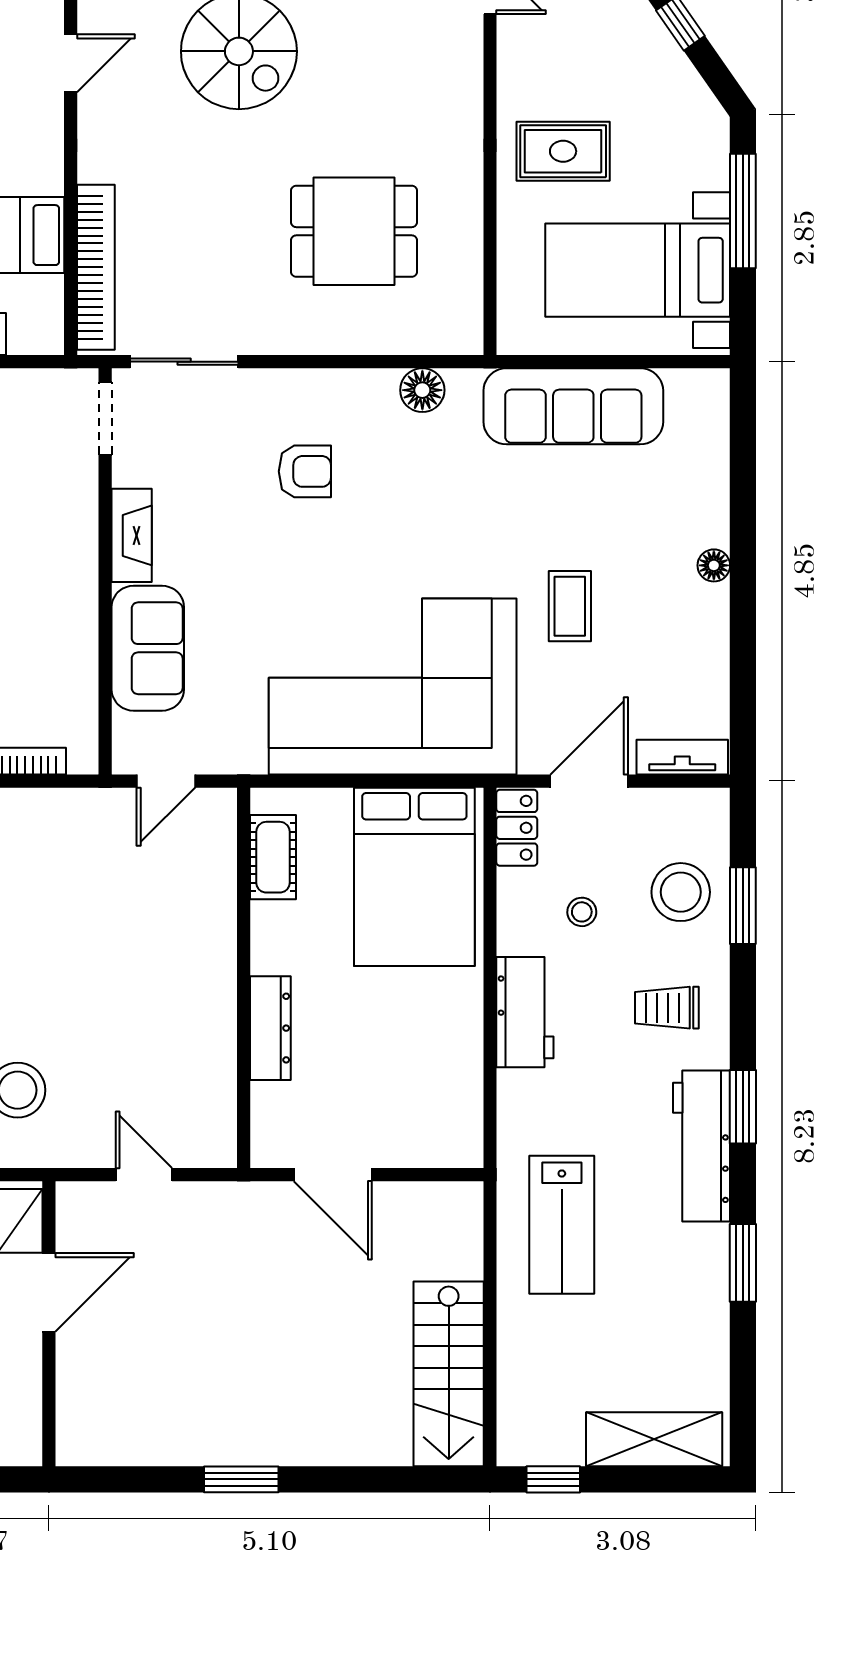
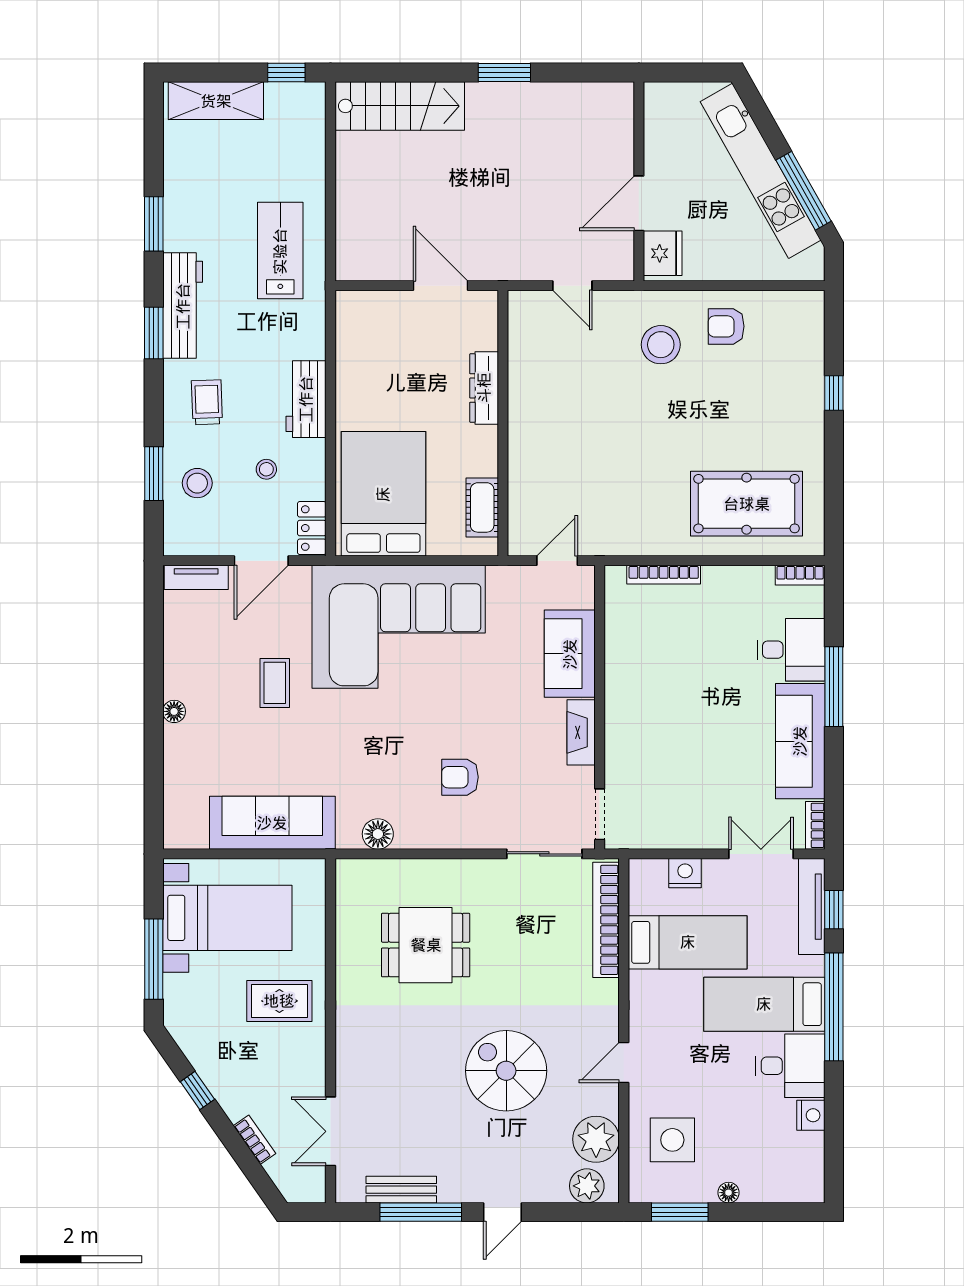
stool: (681, 892) -> (197, 483), width x0.73, depth x0.73
trolley: (667, 1008) -> (207, 402), turned -92
stairs: (449, 1374) -> (400, 106), moved, turned 90

